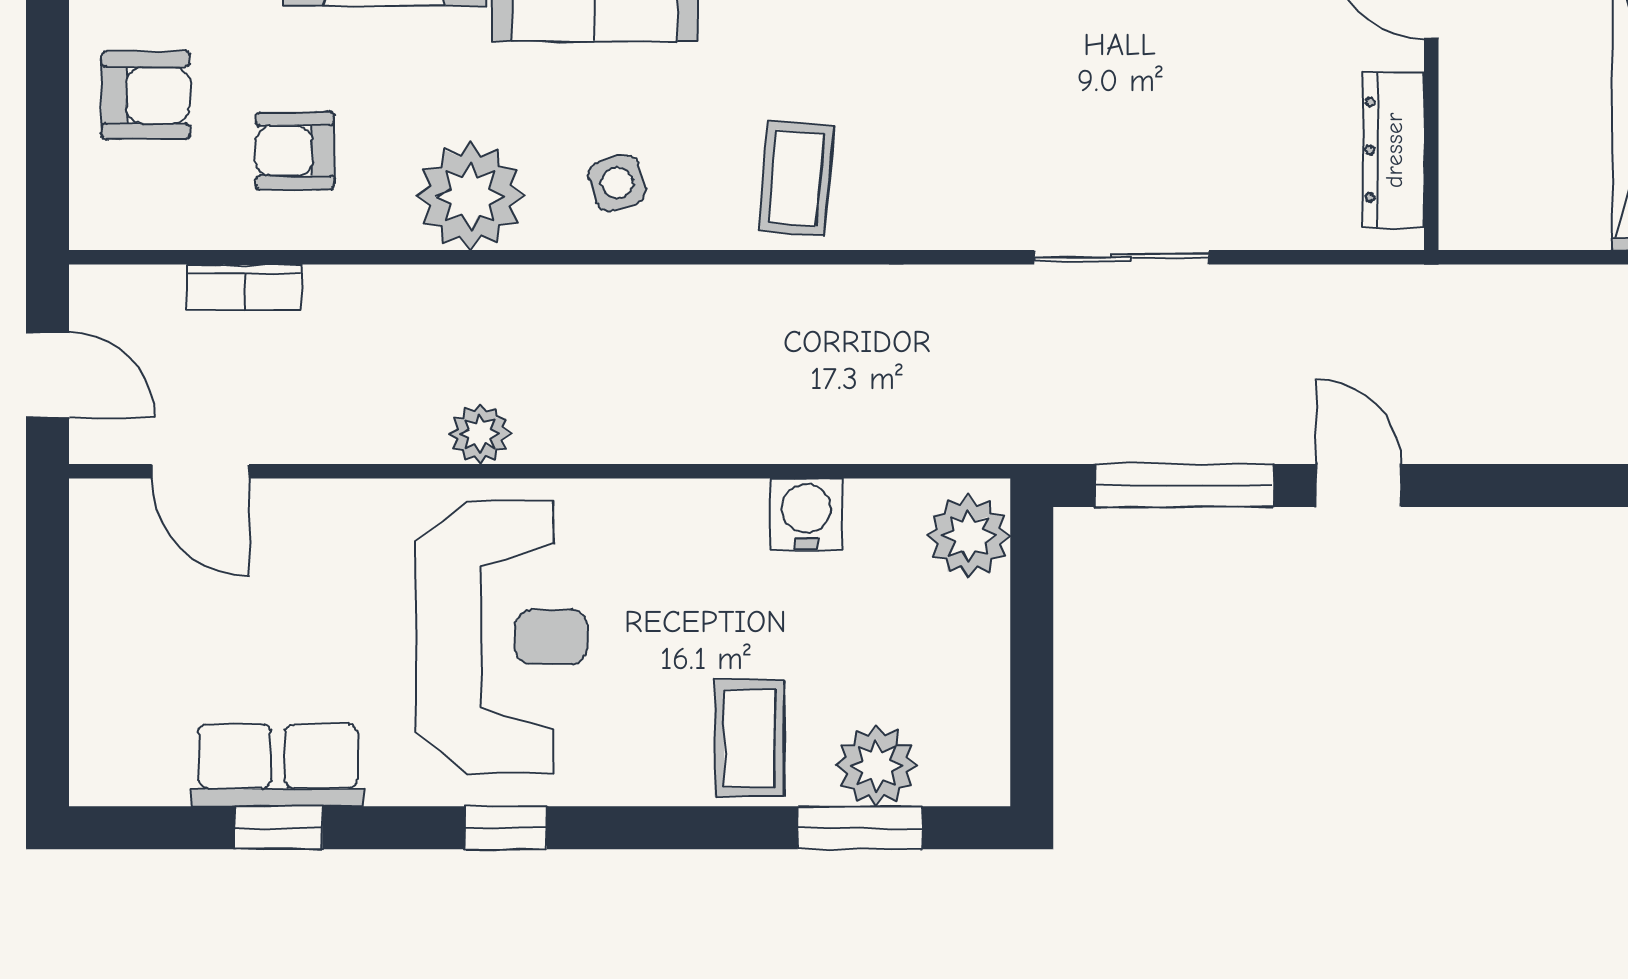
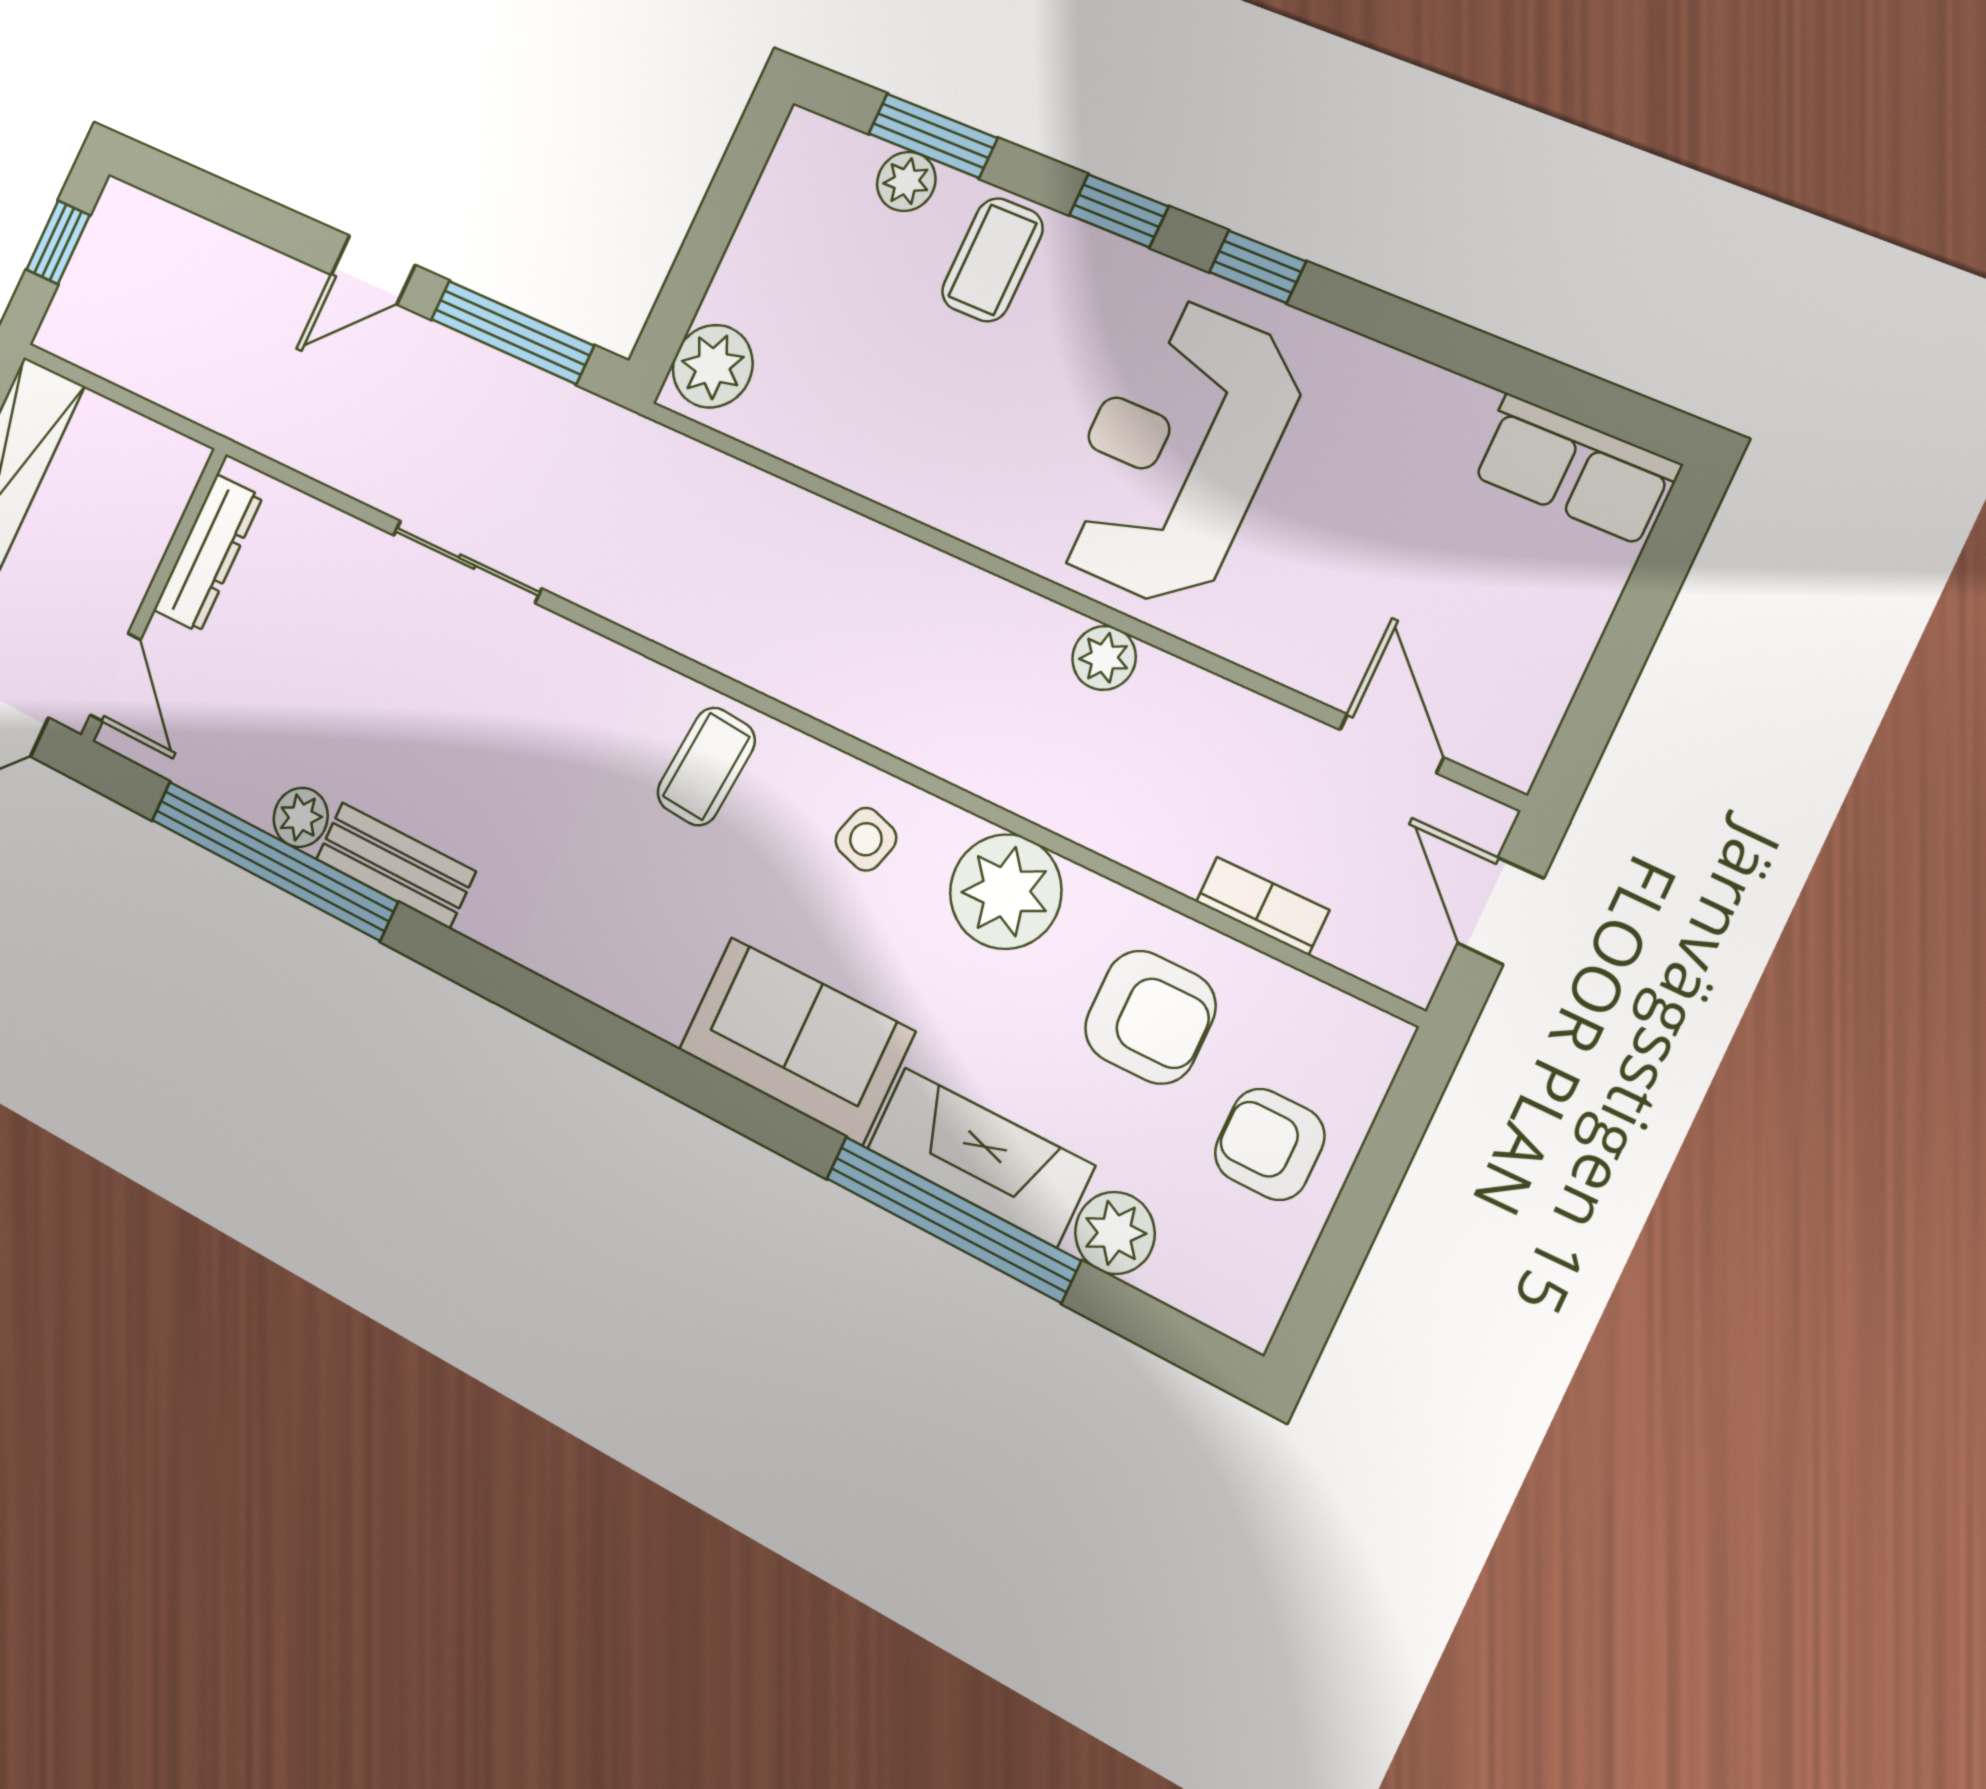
armchair: (295, 151) -> (1150, 1017), width x1.38, depth x1.38
side table: (617, 183) -> (866, 839), turned 35
door: (1359, 485) -> (373, 270), hinge flipped
water cooler: (806, 514) -> (844, 449), removed
row of seats: (278, 765) -> (1575, 469), moved
plant: (876, 766) -> (906, 181), width x0.73, depth x0.73
window: (279, 828) -> (1119, 211), moved

